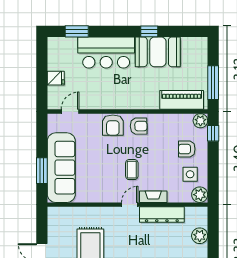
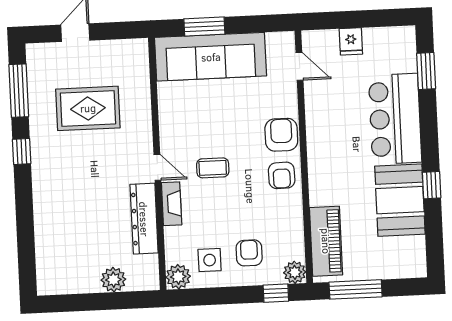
armchair: (113, 125) -> (281, 135), turned 90

